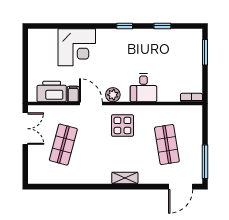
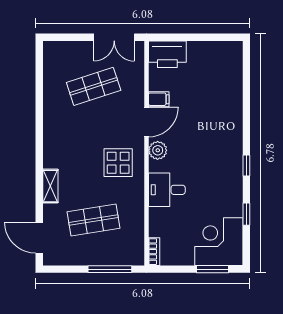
corner desk: (77, 47) -> (219, 242), moved, turned 90
printer: (52, 91) -> (167, 54), moved, turned 90
shop shelf: (63, 145) -> (94, 86), turned -33
window: (205, 162) -> (110, 269), moved
shelving: (125, 178) -> (50, 186), moved

